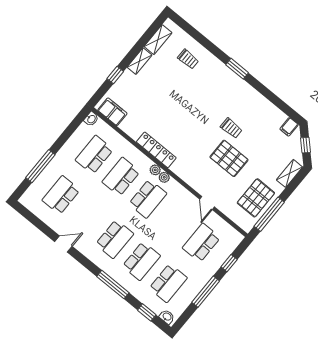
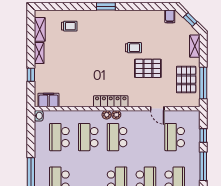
locker: (156, 150) -> (111, 101), moved
school desk: (148, 199) -> (117, 137), turned 180

